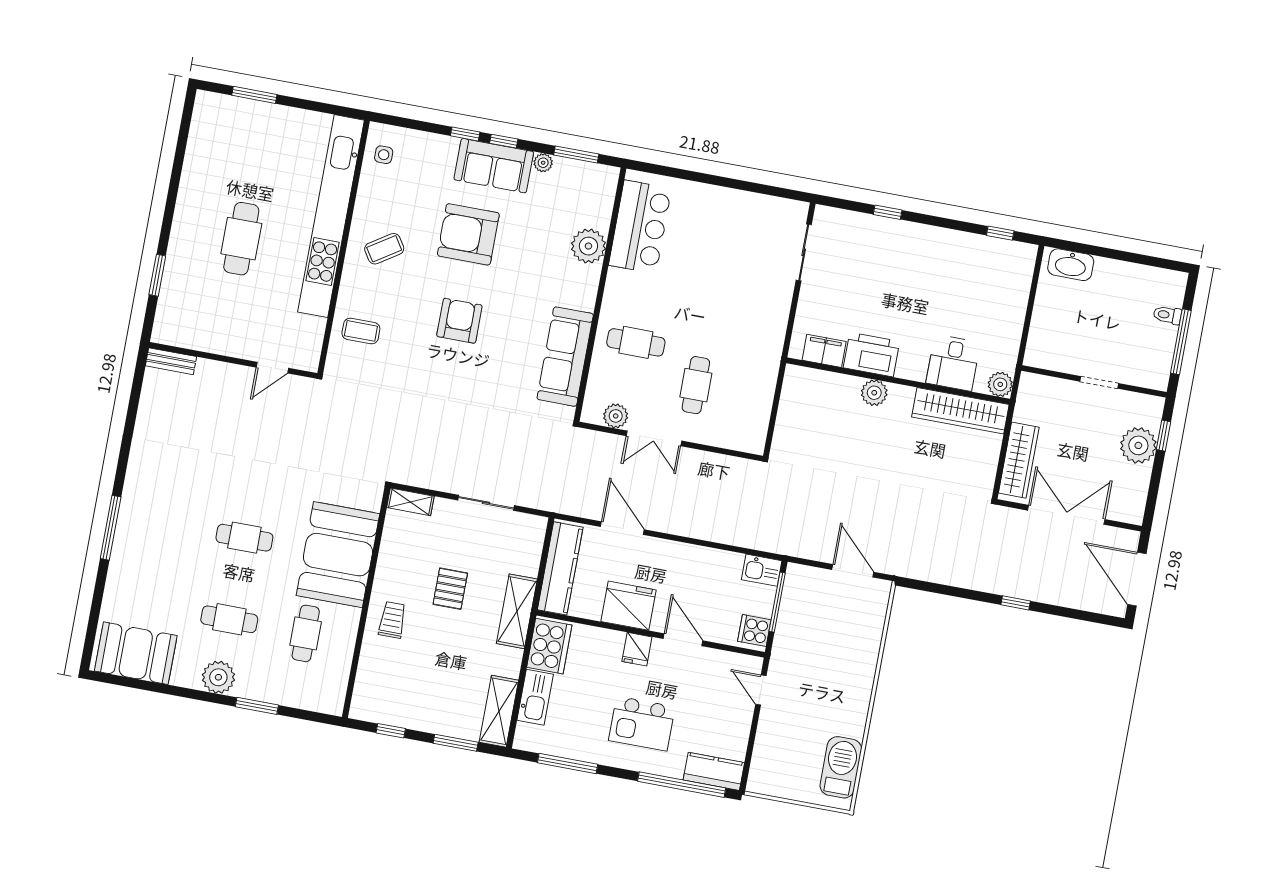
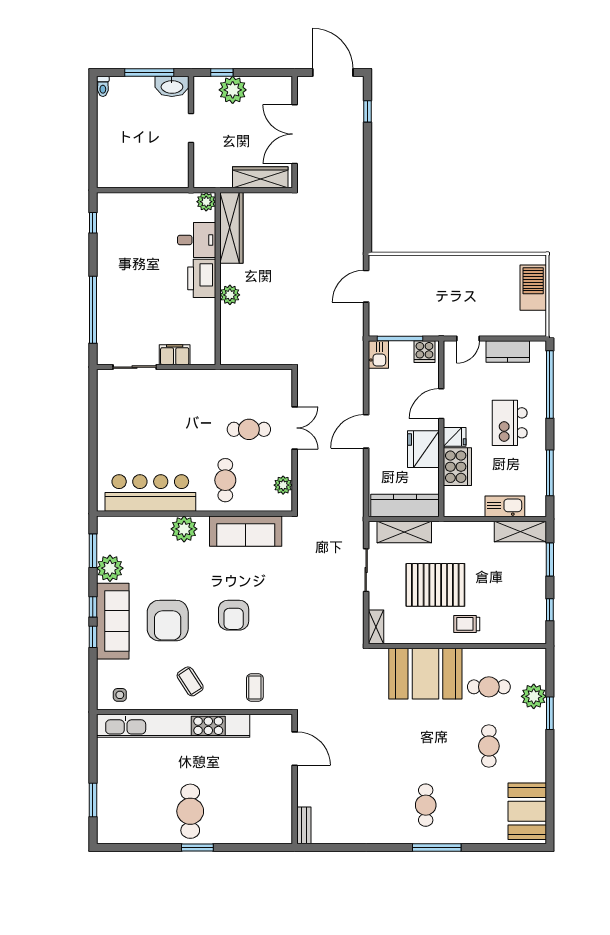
plant: (543, 163) -> (110, 568), width x1.87, depth x1.87
sofa: (494, 166) -> (113, 621), width x1.36
window: (888, 212) -> (93, 310), width x3.17
bar counter: (640, 227) -> (150, 493), width x1.36
cafe table: (241, 239) -> (190, 811), moved, turned 90
plant: (588, 246) -> (184, 529), moved
washbasin: (1071, 265) -> (172, 86), moved, turned 90
window: (157, 275) -> (197, 848), moved
toilet: (1167, 315) -> (103, 86), moved
armchair: (459, 321) -> (234, 615), turned -90
filing cabinet: (824, 351) -> (175, 355), moved, turned 90
printer: (871, 355) -> (202, 278), moved
door: (272, 368) -> (295, 749), width x1.38
double door: (654, 438) -> (295, 428), moved
door: (622, 528) -> (366, 431), moved
cafe table: (244, 538) -> (426, 805), moved
door: (1137, 579) -> (333, 73), swing flipped
pallet: (450, 589) -> (435, 585), width x2.05, depth x2.00
window: (1016, 603) -> (368, 111), moved
shelving: (517, 611) -> (404, 532), moved
cooker: (549, 646) -> (457, 467), moved, turned 90
plant: (218, 677) -> (534, 696), moved
kitchen island: (642, 724) -> (510, 423), turned 180
barbecue: (841, 767) -> (533, 288), moved, turned 90
kitchen counter: (714, 771) -> (508, 351), moved, turned -90

